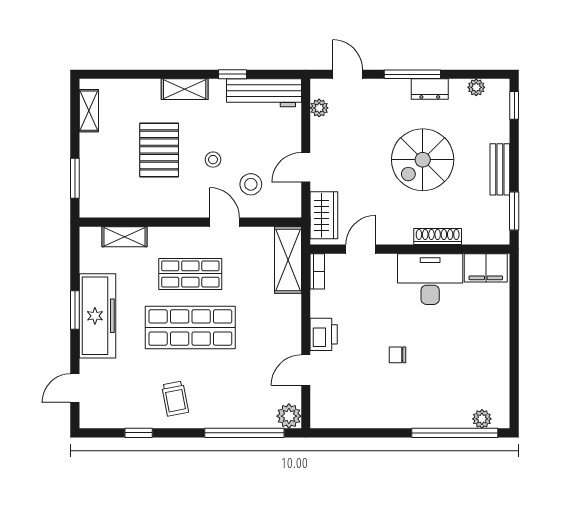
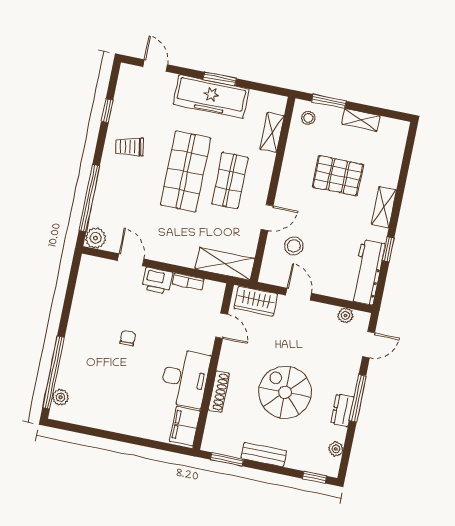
shelving: (89, 111) -> (361, 120), moved
stool: (213, 160) -> (308, 118), moved
bookcase: (317, 271) -> (188, 281), moved

